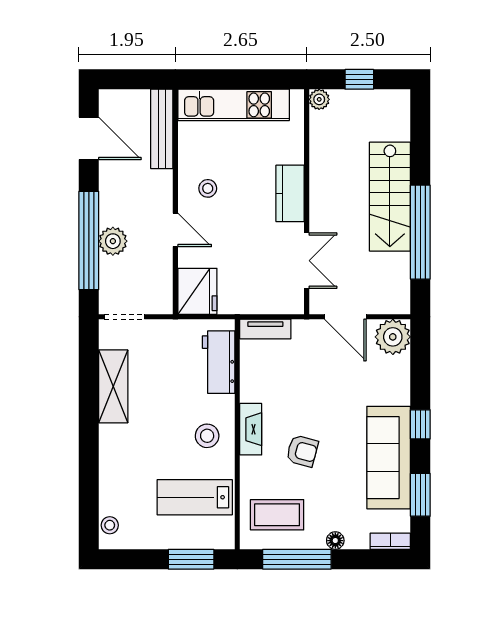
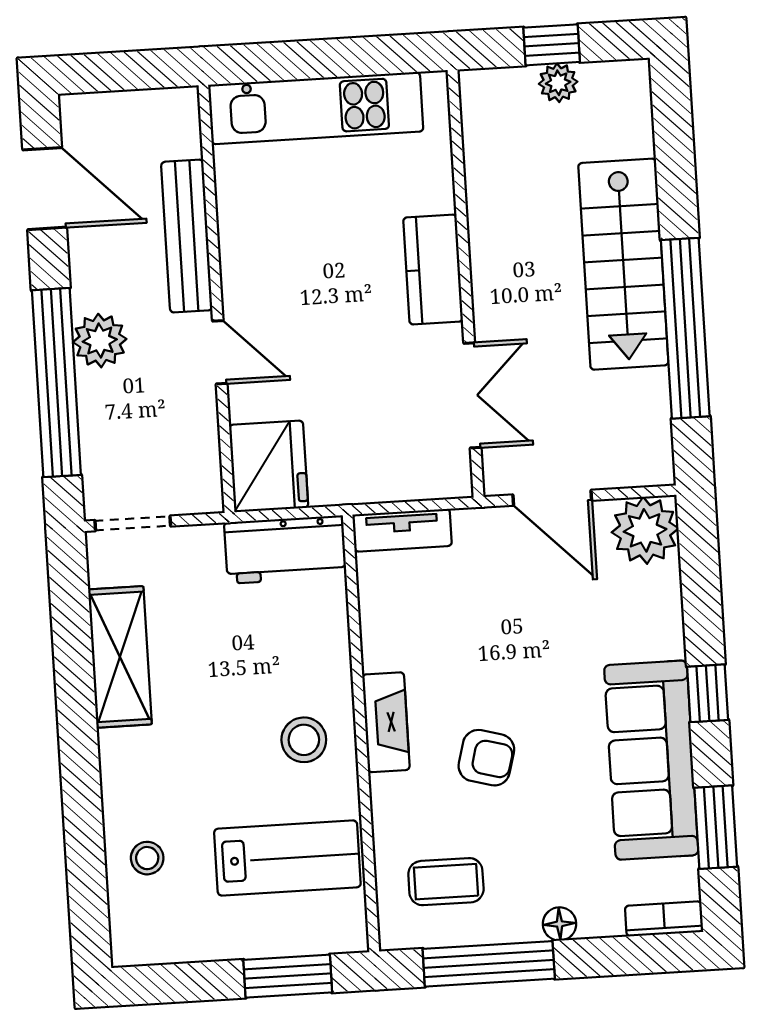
plant: (319, 99) -> (558, 83), moved
bench: (162, 129) -> (187, 236), moved
stool: (208, 188) -> (276, 270), removed
plant: (113, 241) -> (100, 341), moved
workbench: (219, 362) -> (285, 550), moved, turned -90
lab bench: (195, 497) -> (287, 858), turned 180
coffee table: (277, 515) -> (446, 882), width x0.73, depth x0.77
stool: (110, 525) -> (147, 858), moved

